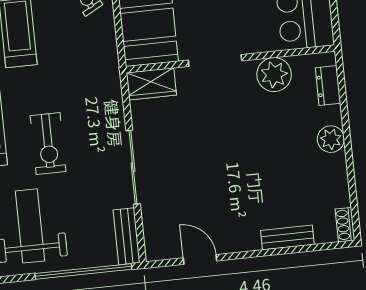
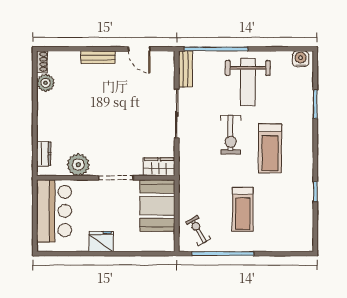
plant: (331, 139) -> (46, 83), moved
exercise bike: (48, 144) -> (231, 135), turned 180
bench: (287, 237) -> (98, 57), moved

